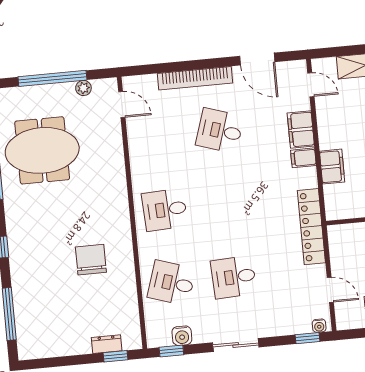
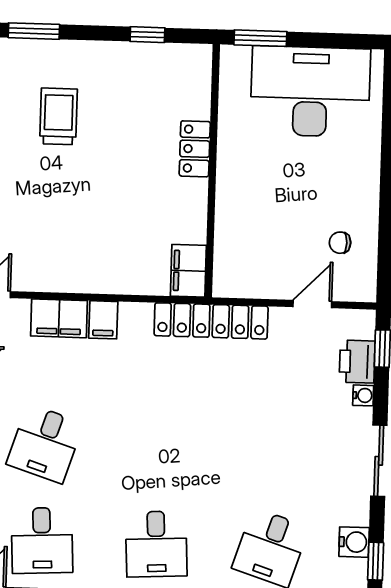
filing cabinet: (332, 167) -> (188, 271), moved, turned -90
desk: (234, 277) -> (42, 540), moved
printer: (297, 323) -> (357, 362), added
water cooler: (319, 326) -> (363, 395), moved

